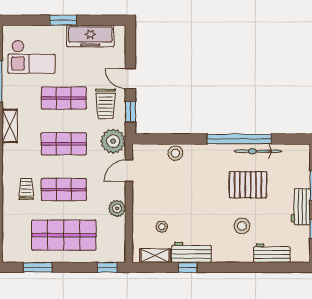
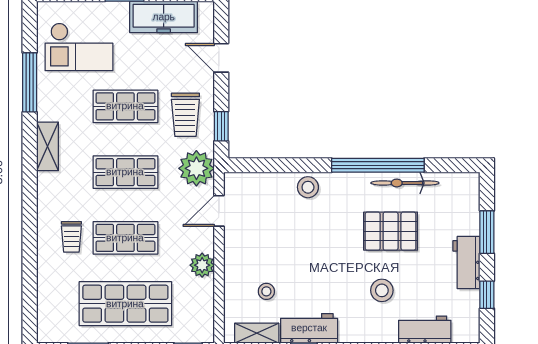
door: (130, 79) -> (221, 58), moved
stool: (175, 153) -> (308, 187), moved
trolley: (26, 189) -> (71, 237), turned 180

